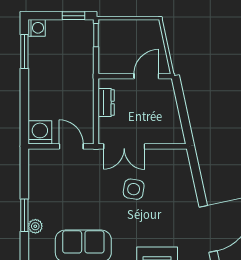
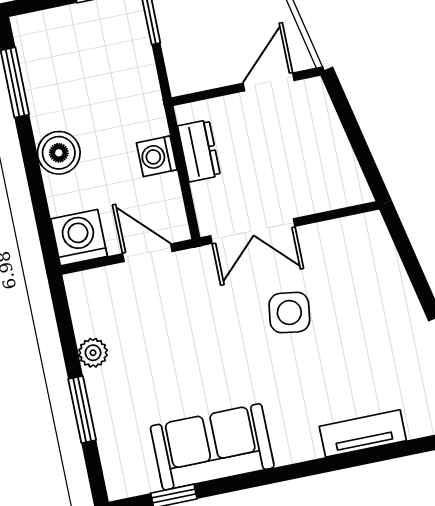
washing machine: (37, 28) -> (157, 156), moved, turned 180
boiler: (39, 90) -> (59, 153), added
plant: (35, 226) -> (93, 353), moved

